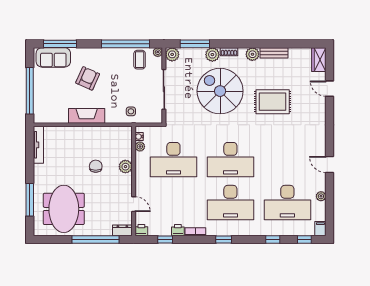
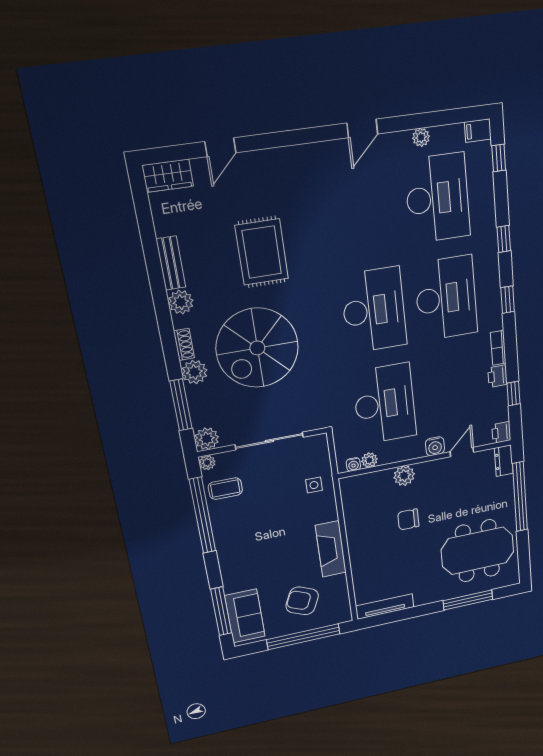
armchair: (88, 78) -> (302, 601), moved
water cooler: (141, 188) -> (435, 446), added
window: (273, 240) -> (504, 239), moved

